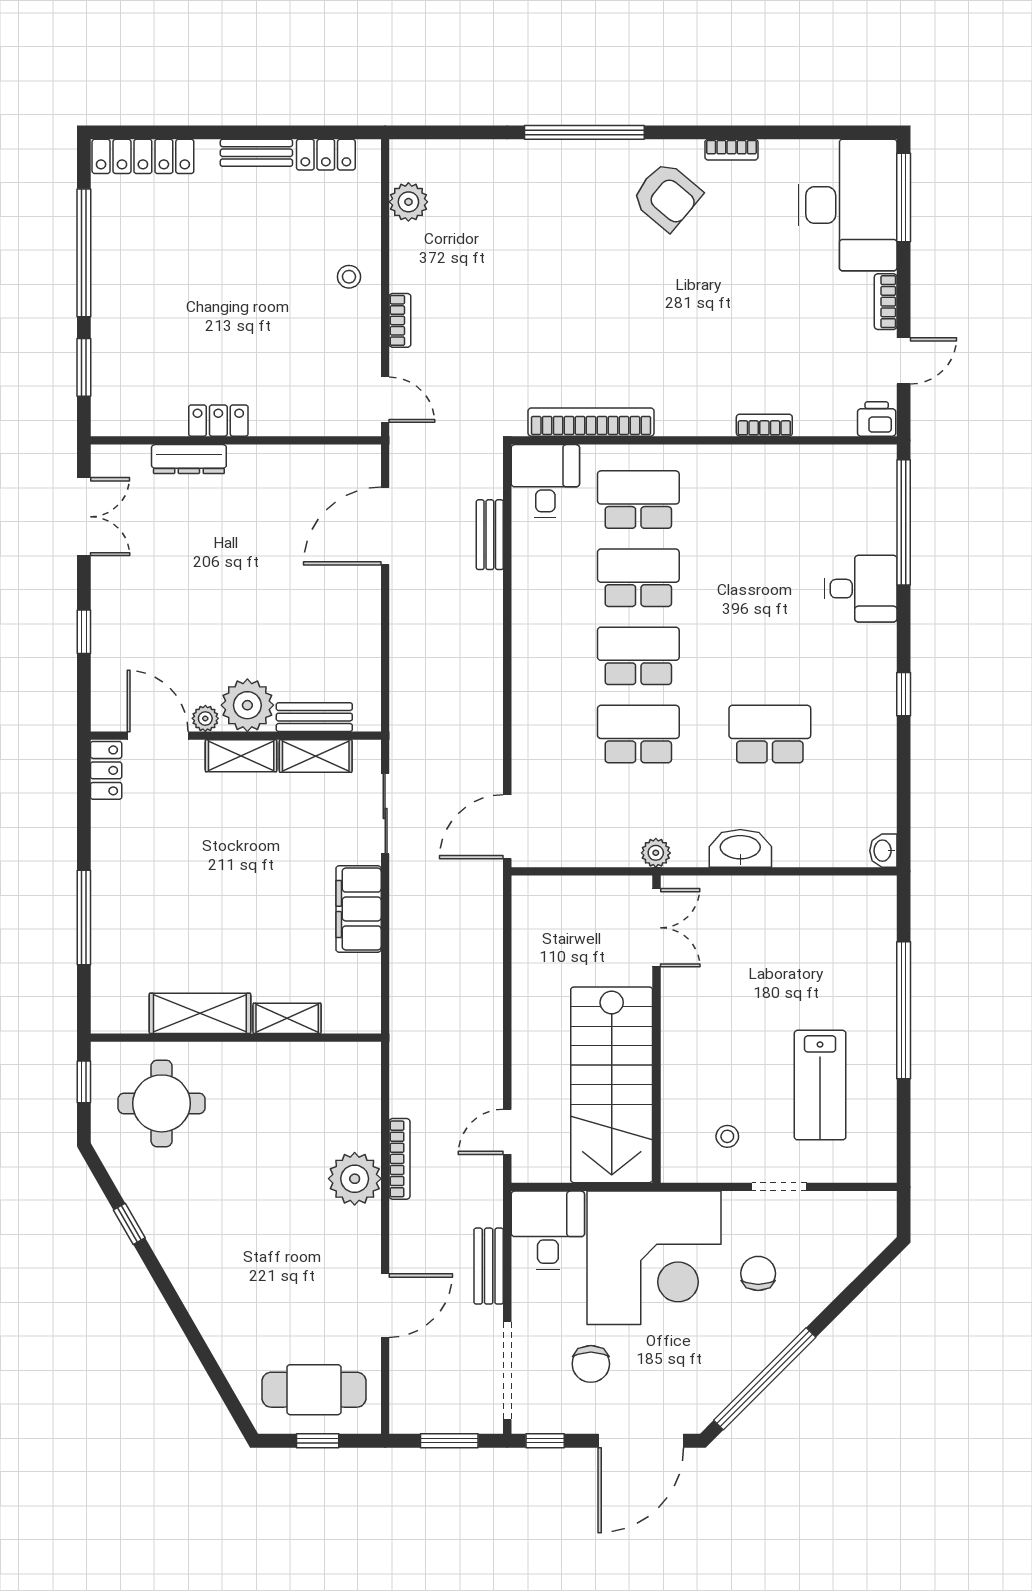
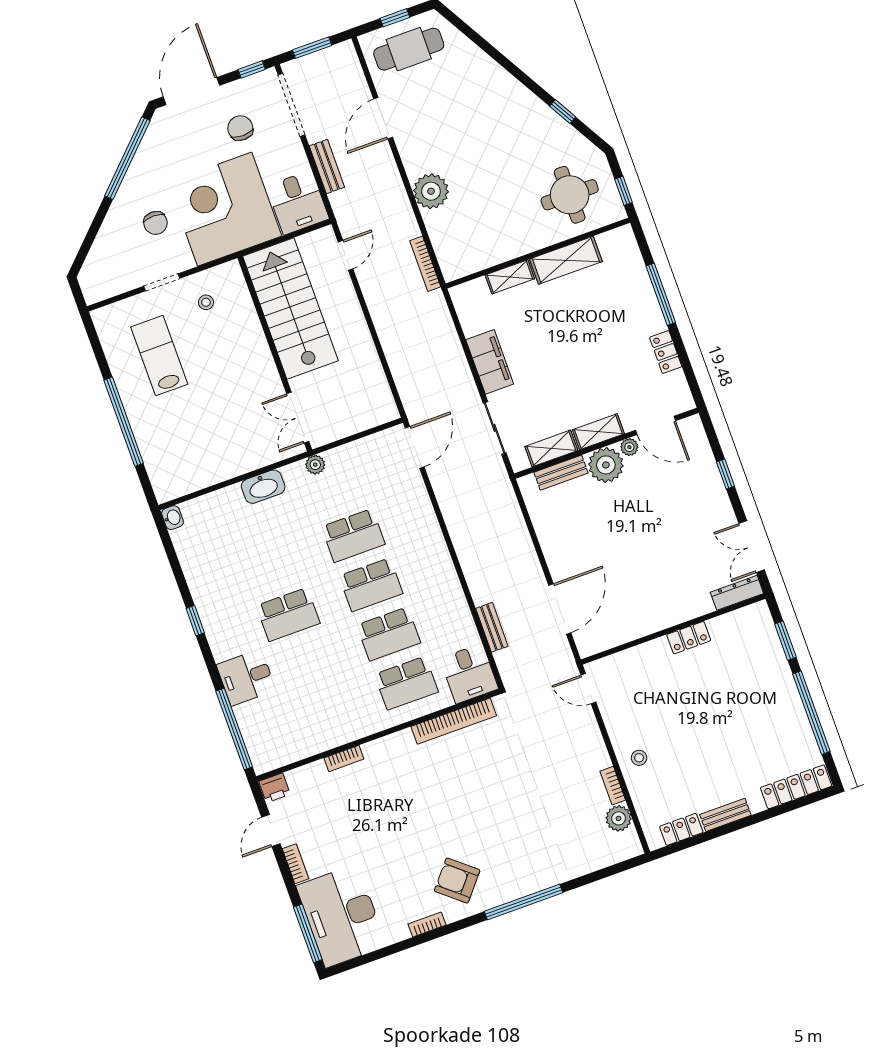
bookcase: (400, 320) -> (613, 786), moved
dresser: (189, 459) -> (737, 593), moved
school desk: (770, 734) -> (288, 614), moved
locker: (106, 770) -> (666, 352), moved
bookcase: (400, 1159) -> (425, 264), moved

